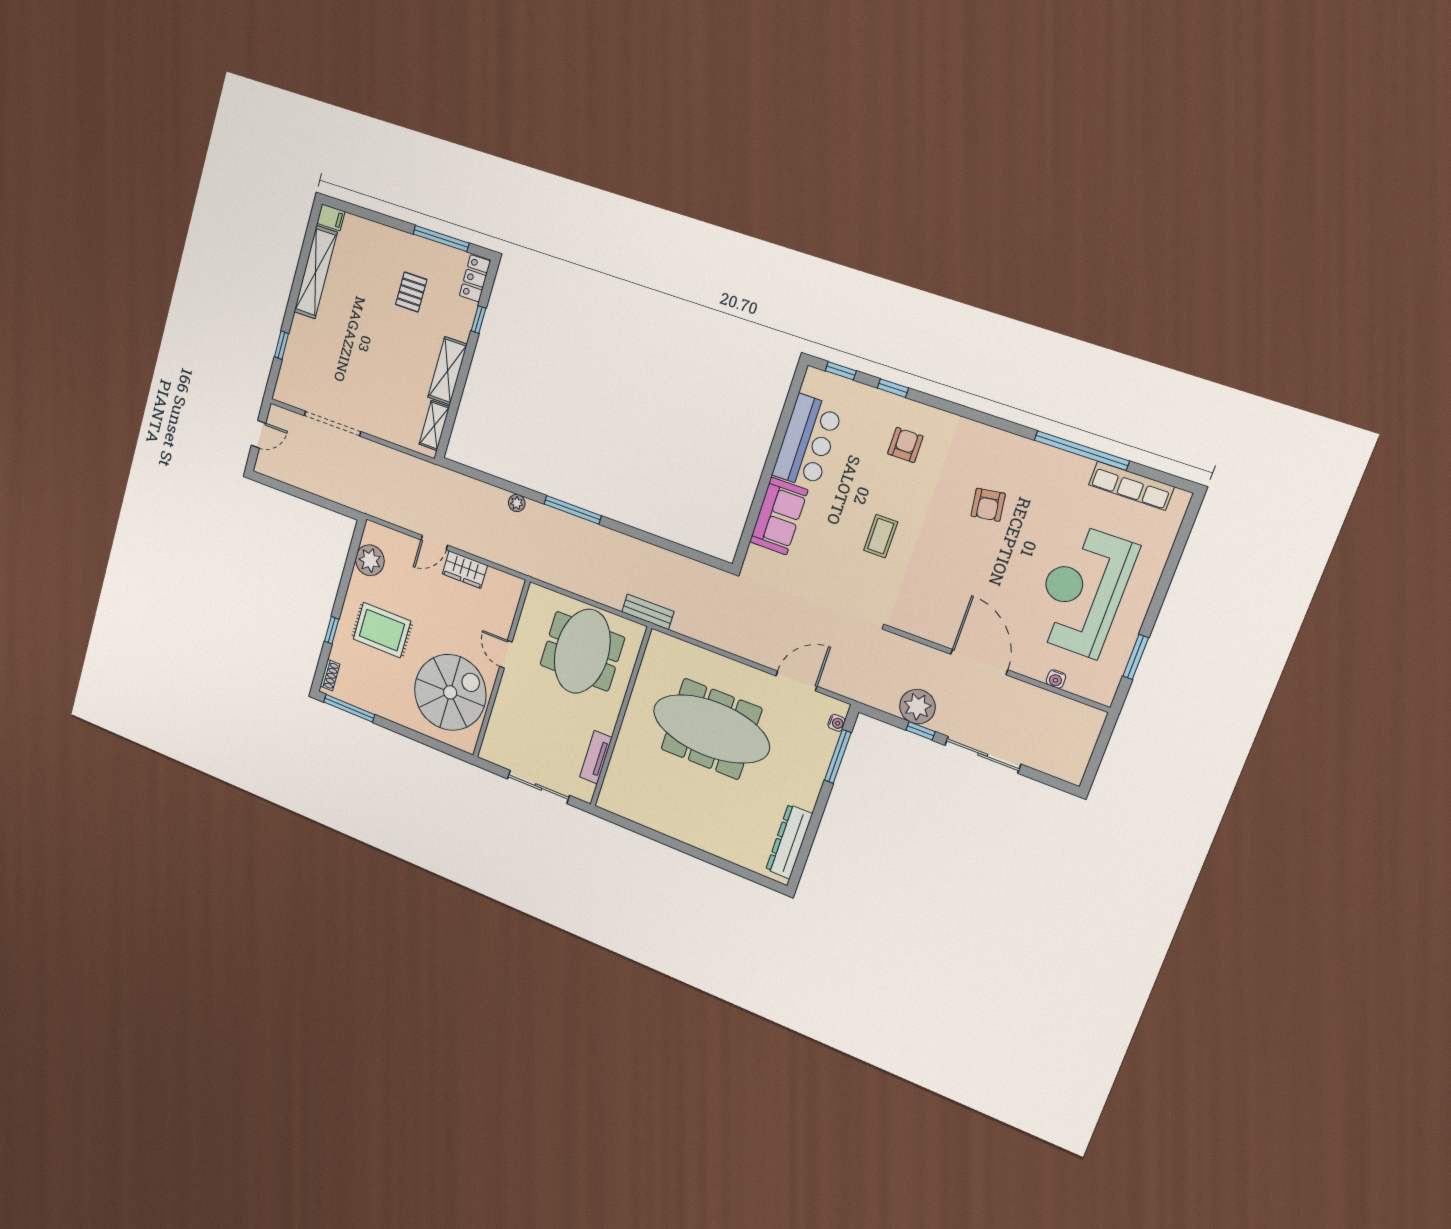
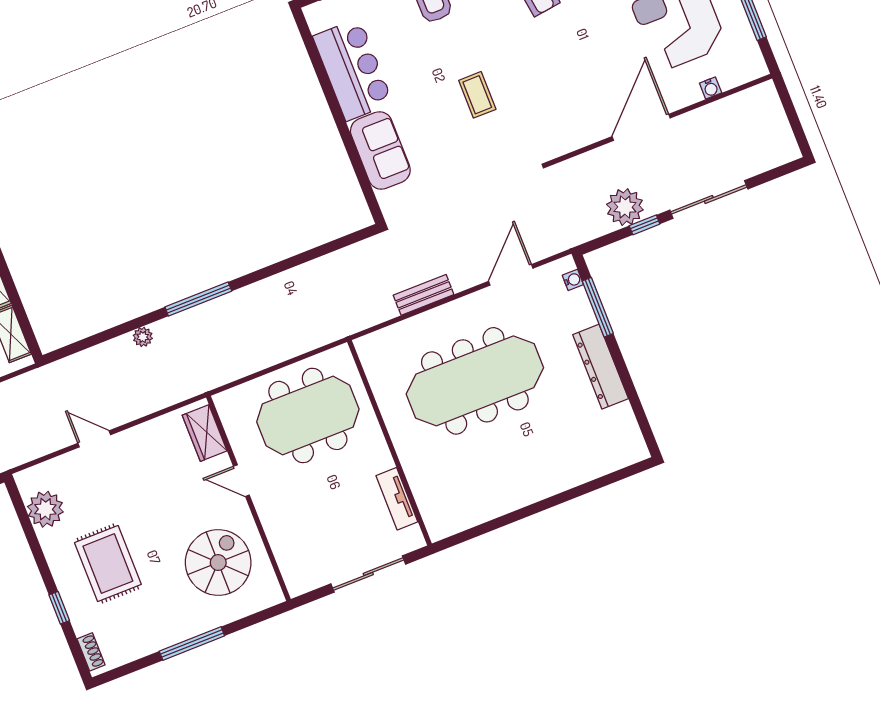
door: (434, 543) -> (94, 439), swing flipped
wardrobe: (465, 570) -> (205, 433), moved, turned 90
bench: (648, 612) -> (424, 295), moved
rug: (382, 630) -> (108, 564), turned 90
meeting table: (582, 651) -> (308, 415), turned 90
door: (979, 662) -> (641, 127), hinge flipped
spiral stairs: (450, 692) -> (218, 563), width x0.73, depth x0.73
window: (349, 708) -> (192, 643), moved
dresser: (789, 842) -> (601, 367), moved

